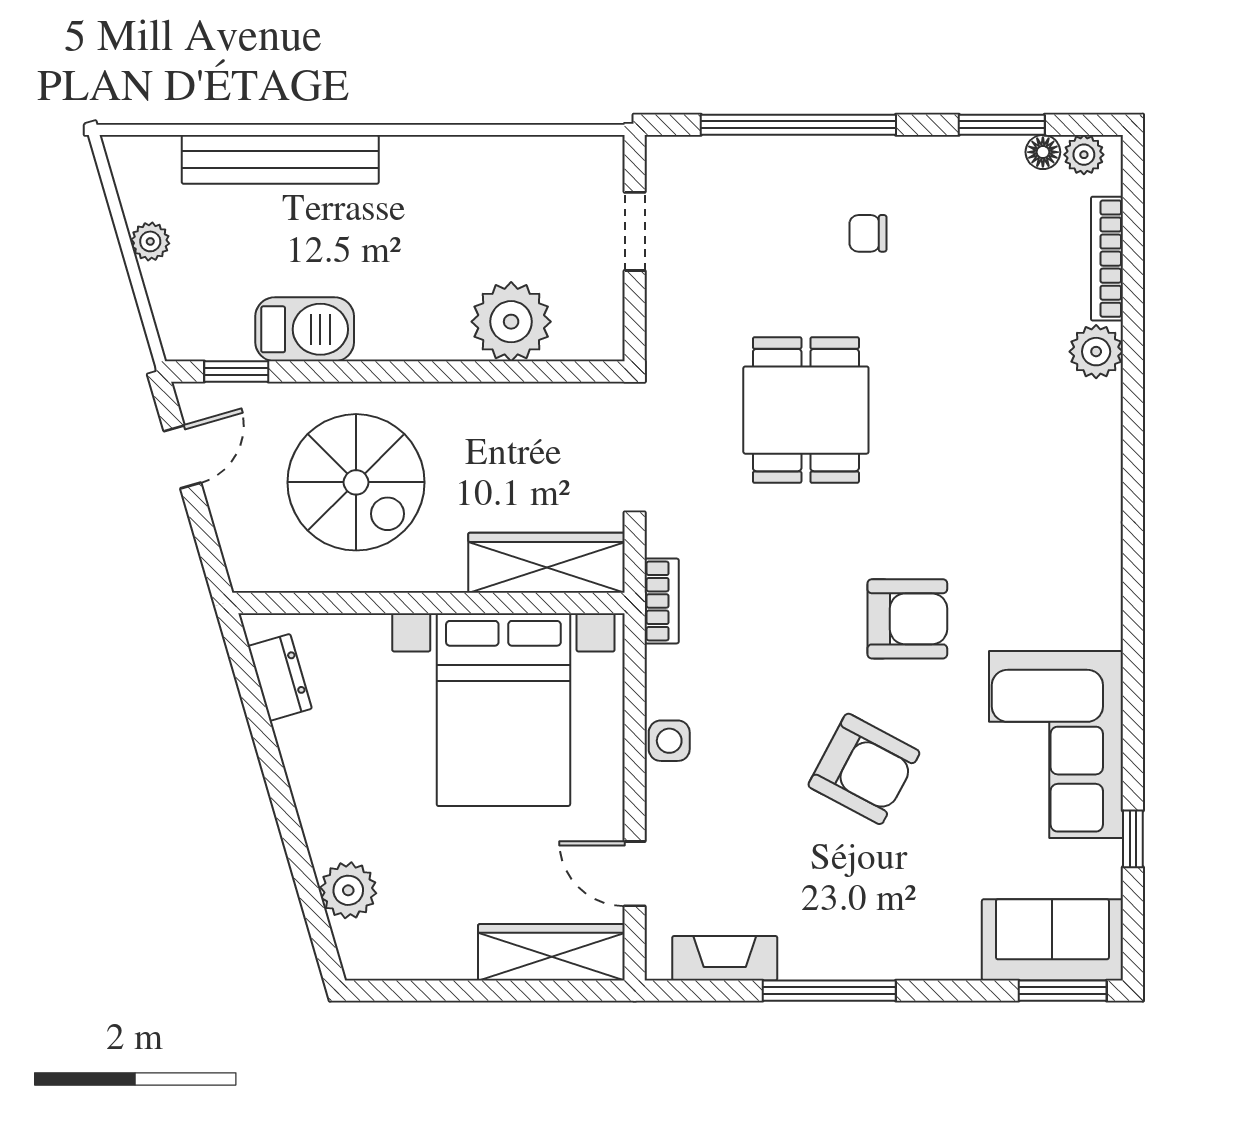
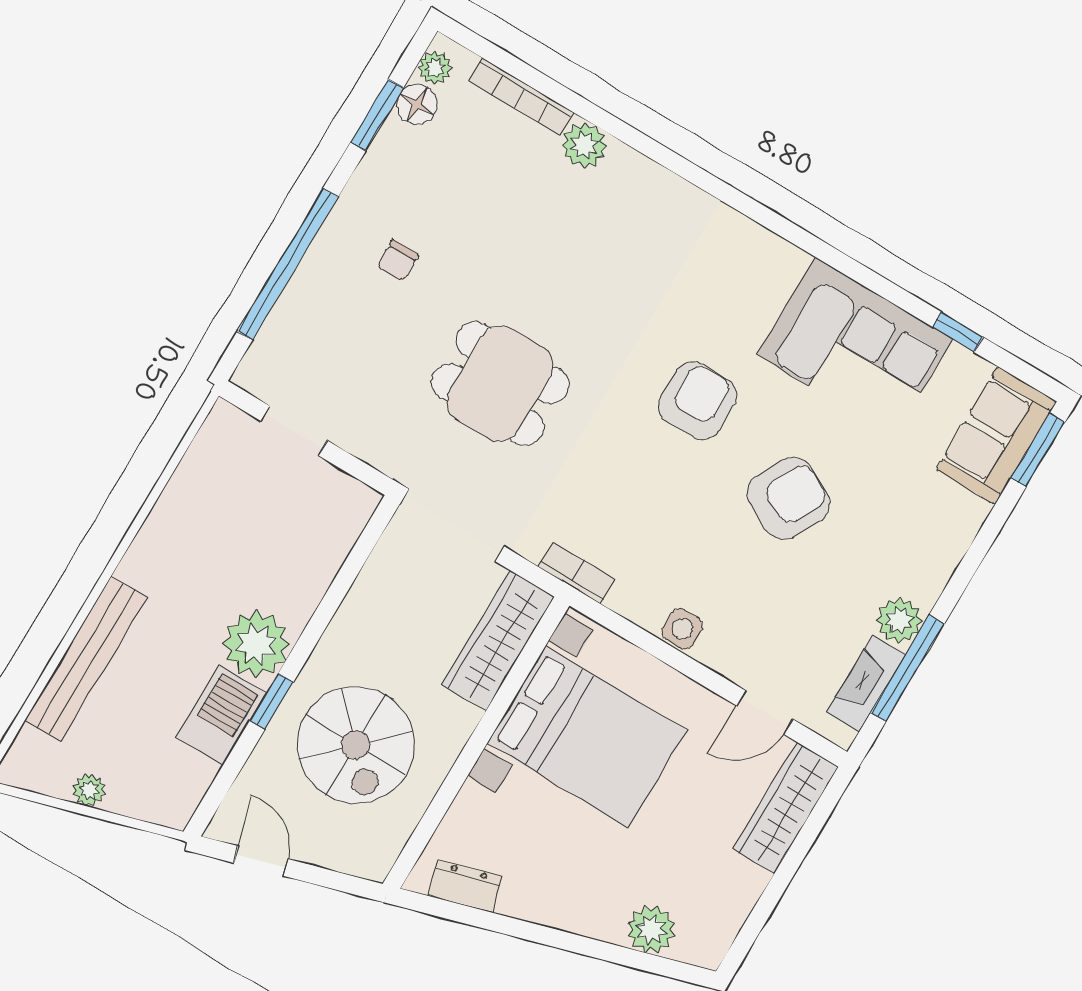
floor lamp: (1043, 152) -> (417, 104), width x1.37, depth x1.37
plant: (511, 322) -> (256, 644), moved
window: (236, 371) -> (272, 701), moved
spiral stairs: (356, 482) -> (356, 745), turned 90
plant: (808, 954) -> (899, 620), added
window: (829, 991) -> (907, 668), moved

